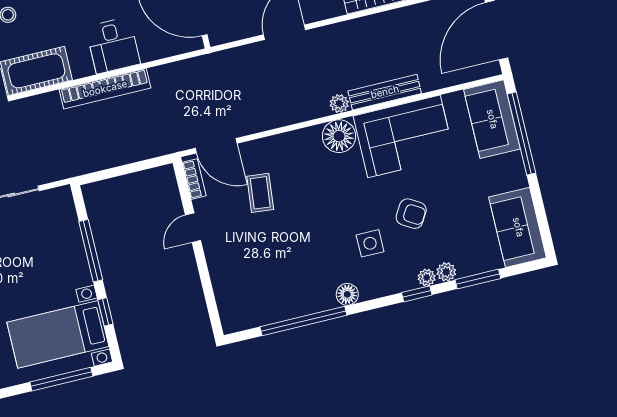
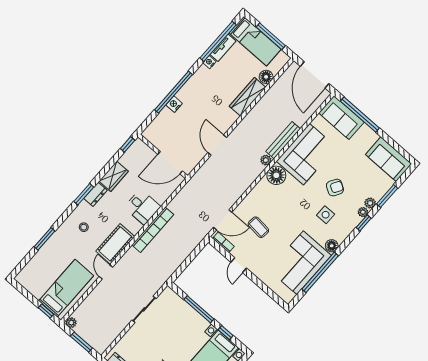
corner sofa: (284, 287) -> (300, 263), added

